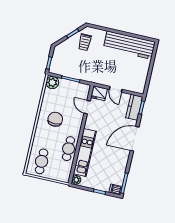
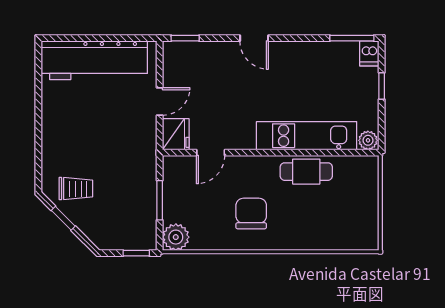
workbench: (129, 45) -> (94, 60), moved, turned 90
kitchen counter: (134, 107) -> (188, 54), removed
chair: (55, 119) -> (251, 214), turned 90
door: (135, 139) -> (254, 38), width x0.53
cafe table: (42, 161) -> (346, 222), removed

